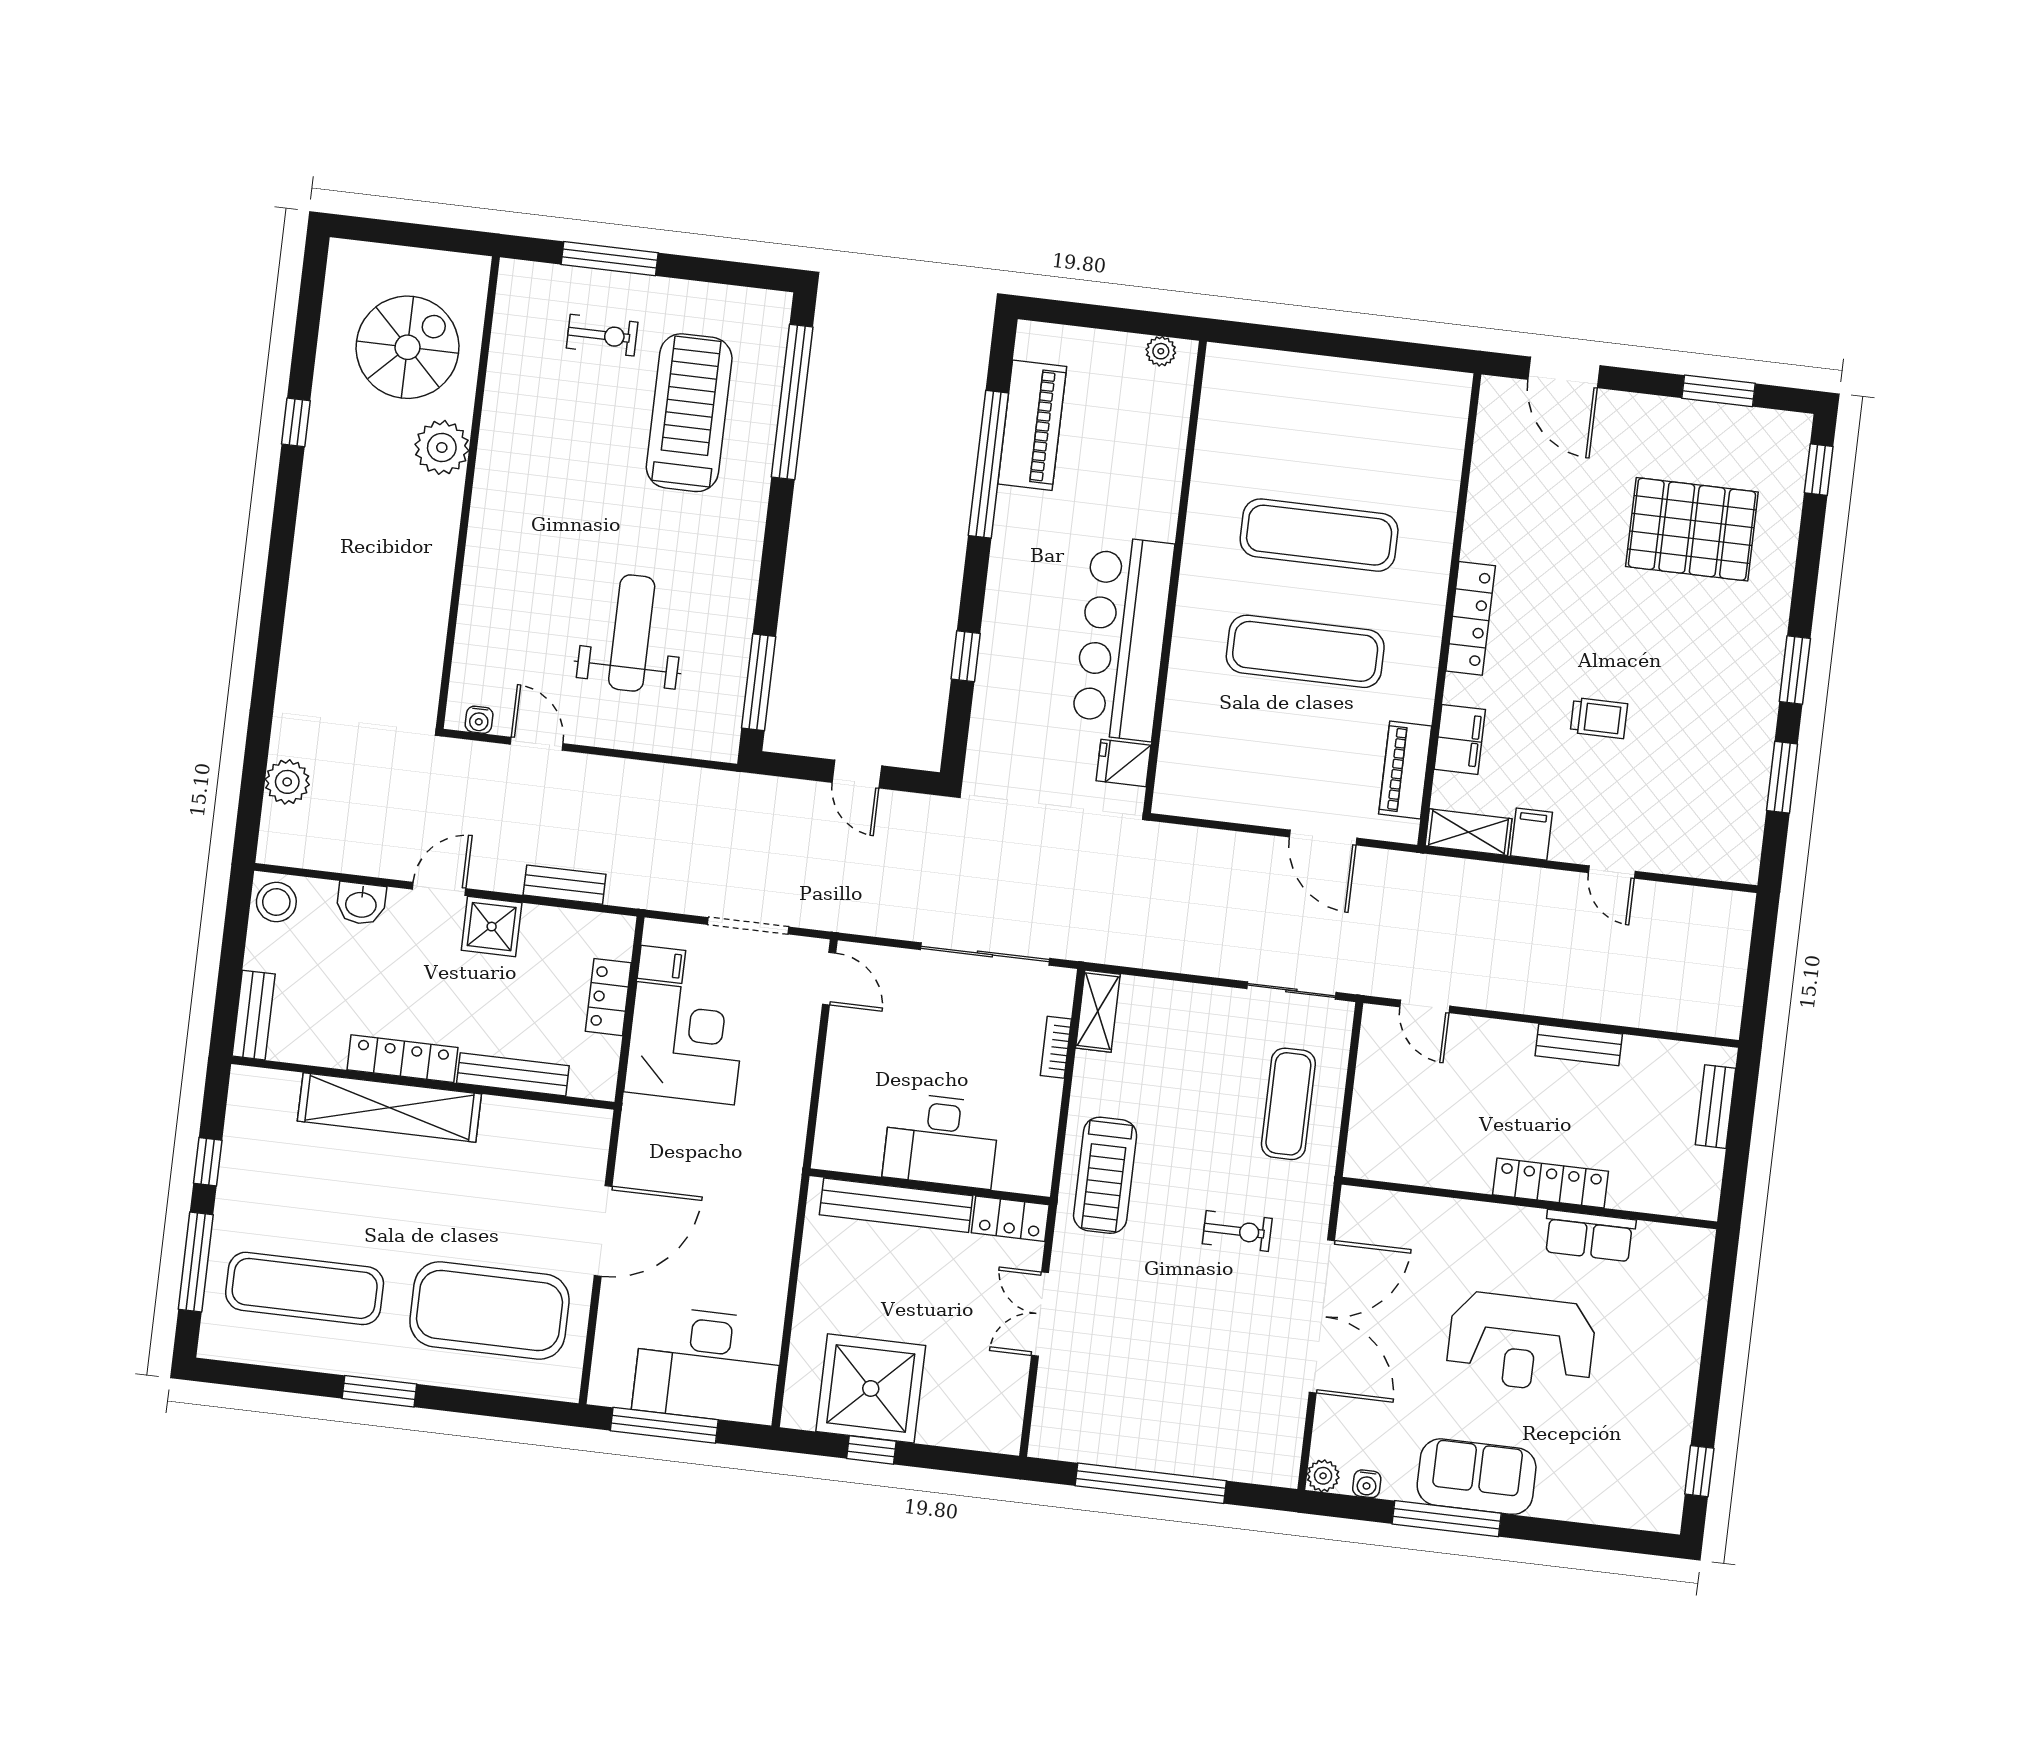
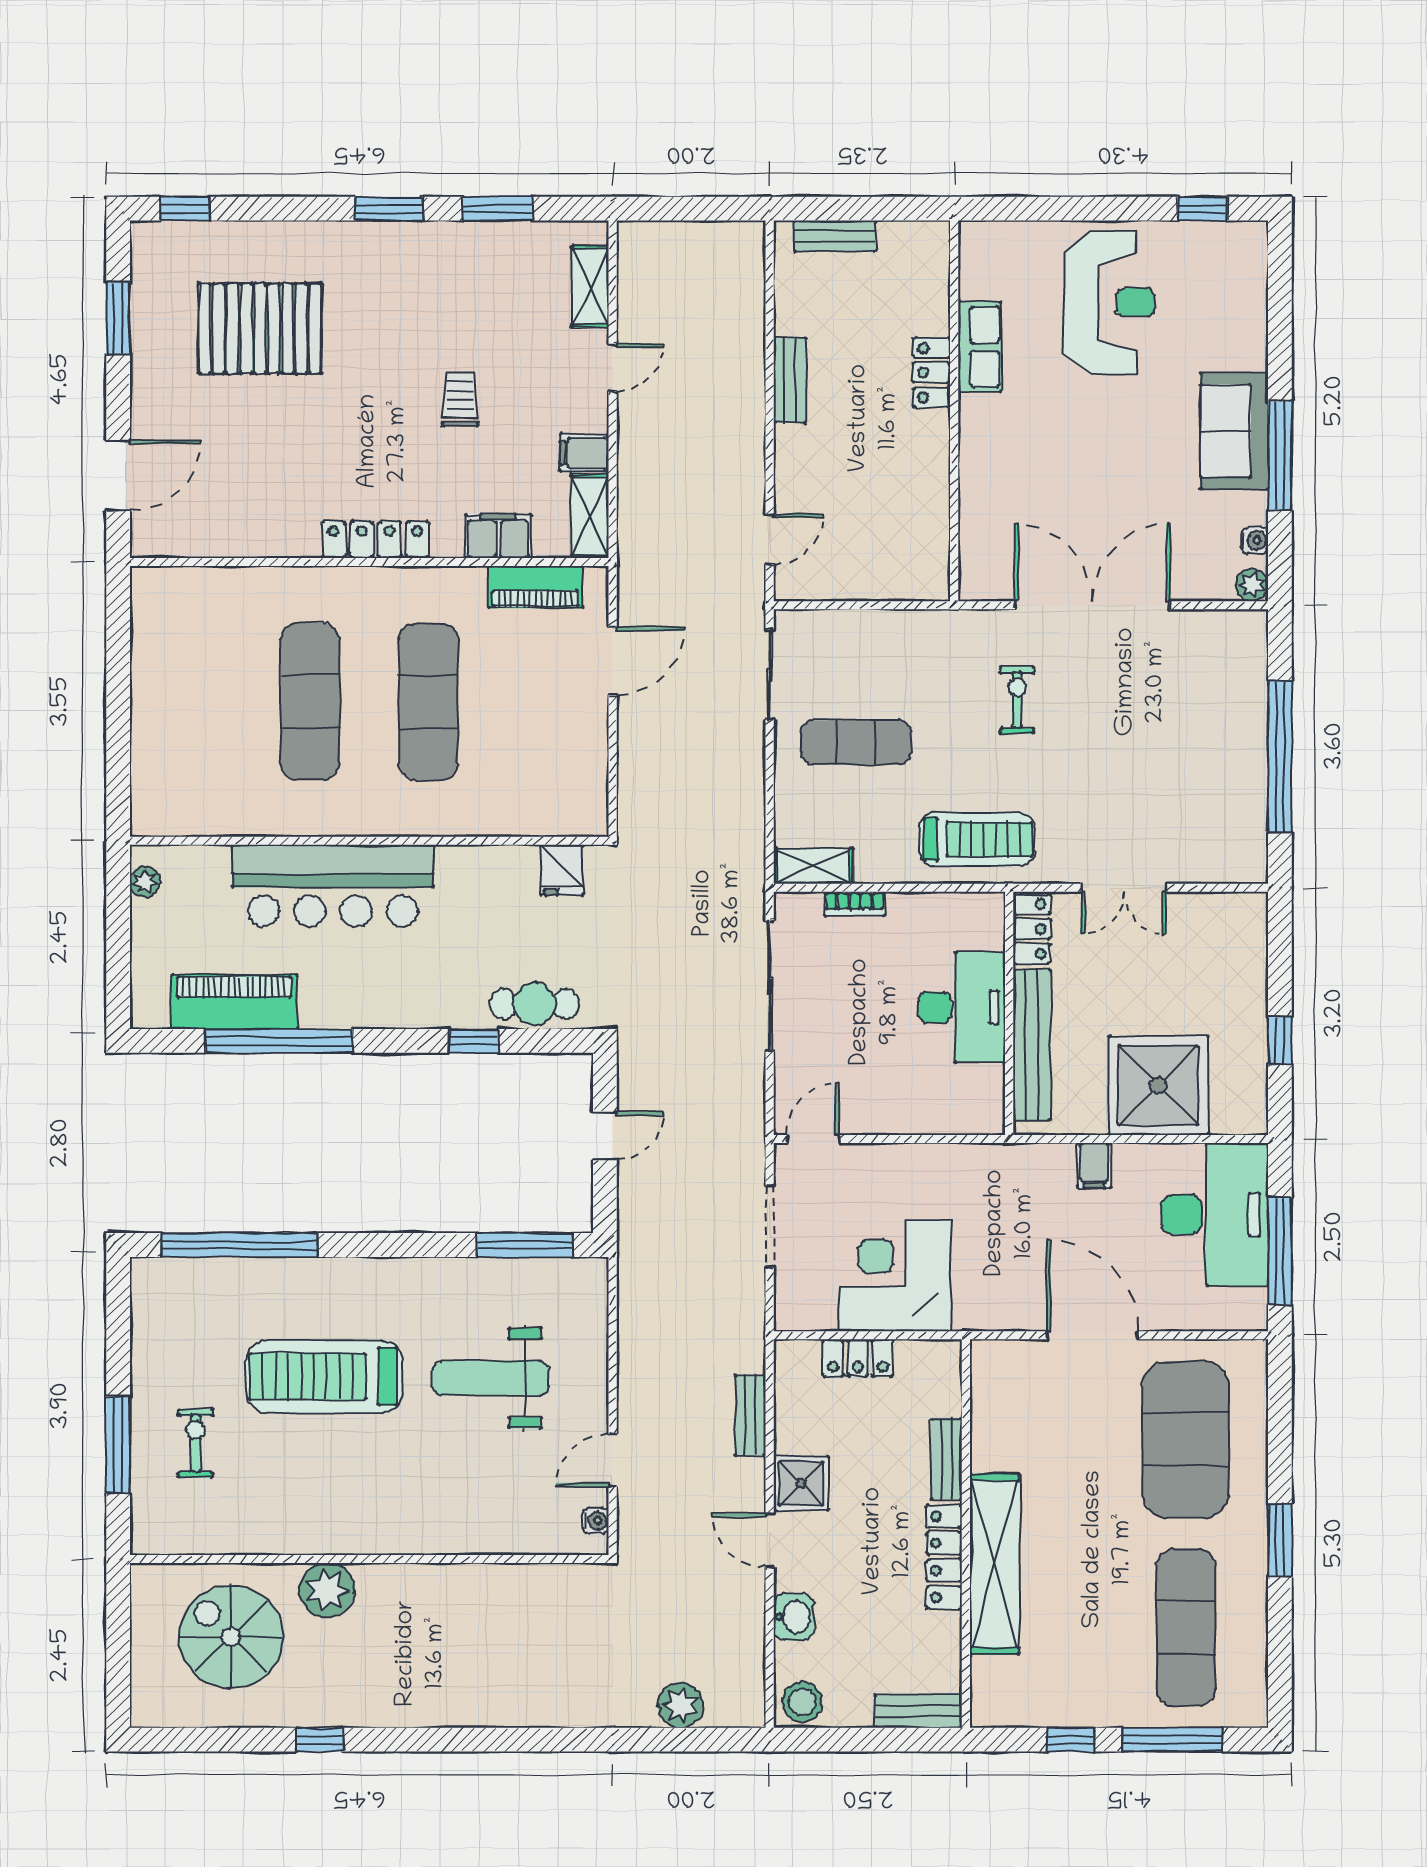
treadmill: (689, 413) -> (325, 1376), moved
pallet: (1692, 529) -> (260, 329), turned 90
bar counter: (1123, 638) -> (333, 886), moved
cafe table: (995, 720) -> (535, 1004), added
shelving: (1695, 860) -> (590, 287), added
filing cabinet: (661, 964) -> (1094, 1166), moved, turned 180
bench: (513, 1074) -> (947, 1459), width x0.73
exercise mat: (1288, 1104) -> (856, 742), moved
locker: (1550, 1183) -> (932, 373), width x0.66
reception desk: (1521, 1342) -> (1109, 302), moved
shower: (871, 1388) -> (1158, 1085), moved

